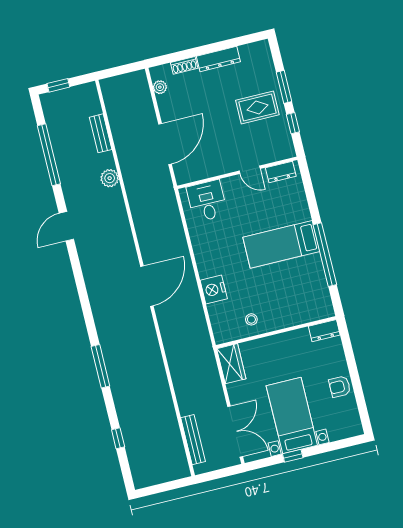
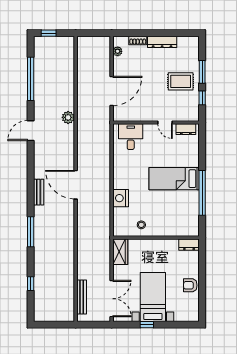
bench: (101, 133) -> (39, 192), moved
plant: (110, 178) -> (68, 117), moved
door: (147, 286) -> (76, 185), swing flipped

